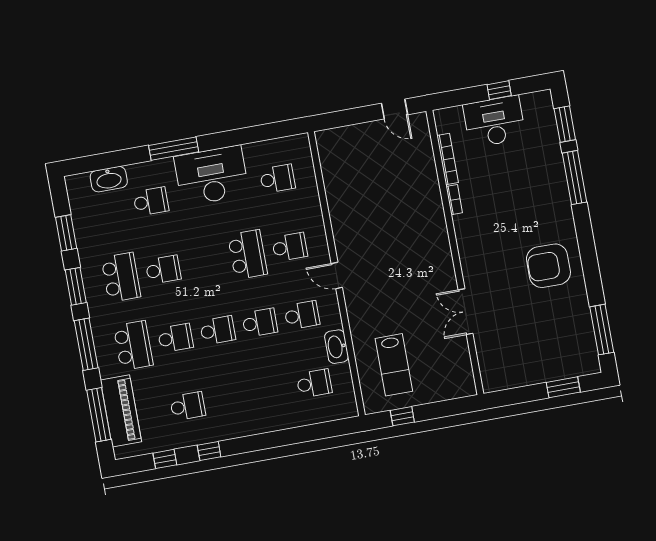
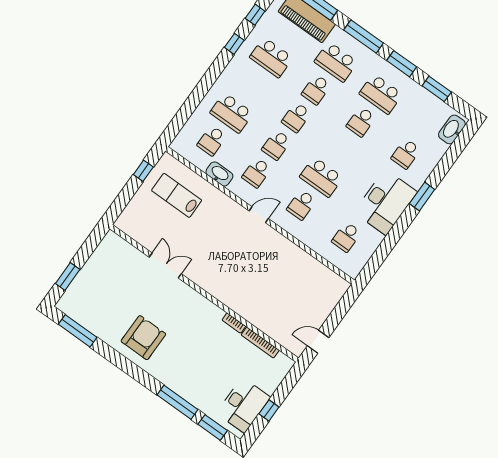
desk: (494, 121) -> (243, 405), moved
window: (174, 149) -> (422, 197), width x0.69
washbasin: (109, 179) -> (452, 129), moved
school desk: (272, 391) -> (232, 113), added
school desk: (188, 406) -> (271, 57), width x1.85

